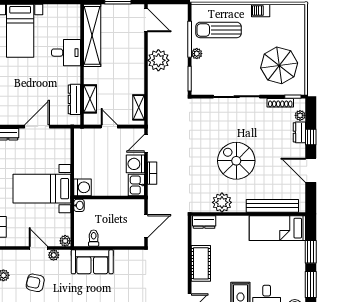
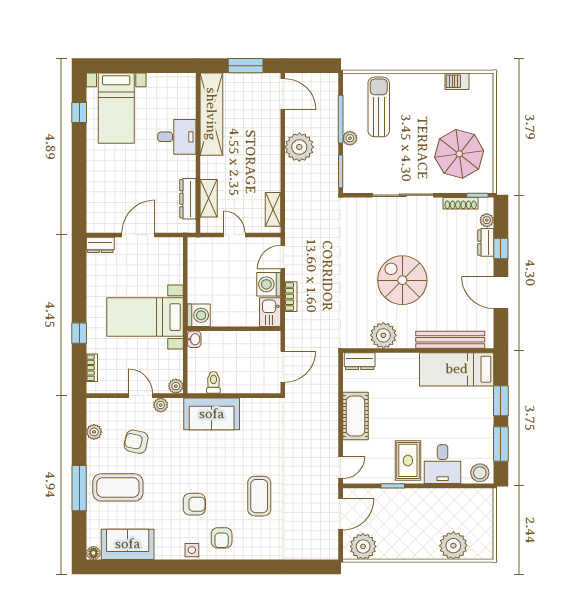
barbecue: (261, 11) -> (457, 81), moved
sun lounger: (218, 30) -> (379, 107), turned 90

